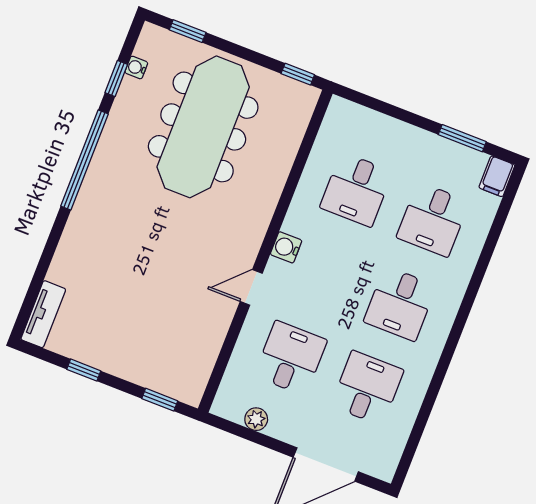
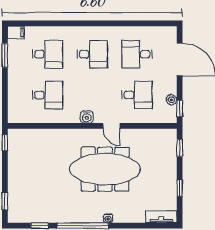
water cooler: (136, 68) -> (108, 218), moved
meeting table: (203, 127) -> (105, 169), moved
desk: (291, 358) -> (137, 95), turned 180
window: (234, 428) -> (180, 109), added

